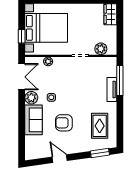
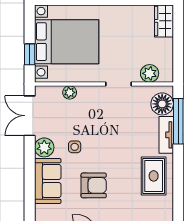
floor lamp: (109, 69) -> (162, 104), added
double door: (22, 77) -> (30, 116), swing flipped
armchair: (64, 123) -> (94, 185), turned 180
rug: (100, 126) -> (154, 176), moved

